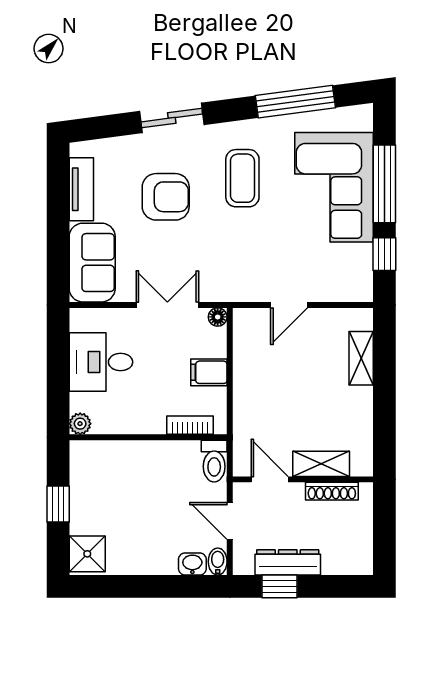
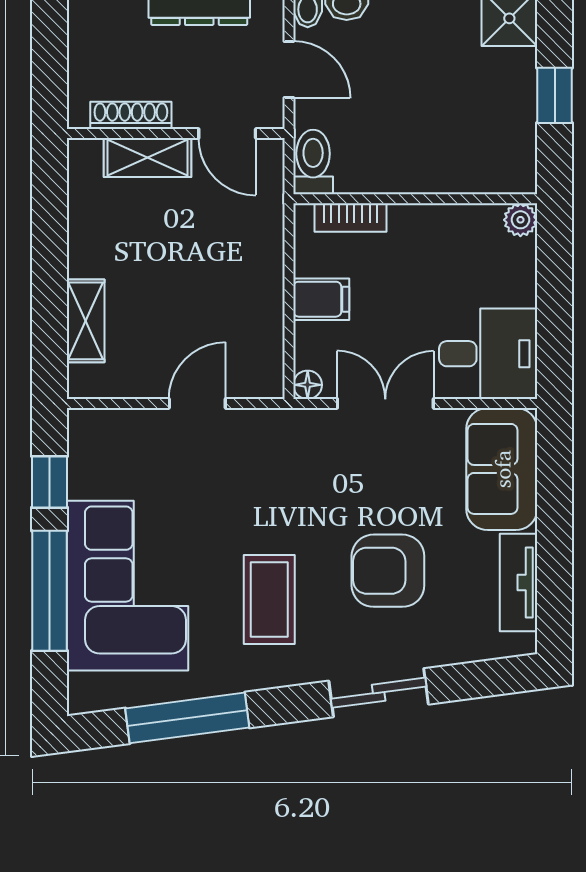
double door: (167, 305) -> (385, 403), swing flipped
desk: (101, 362) -> (488, 354), moved

